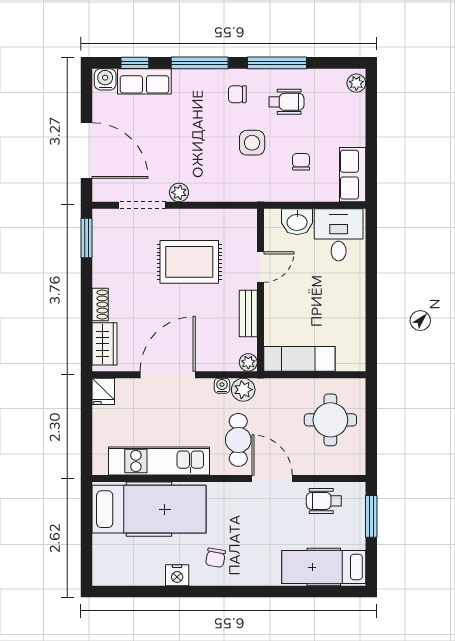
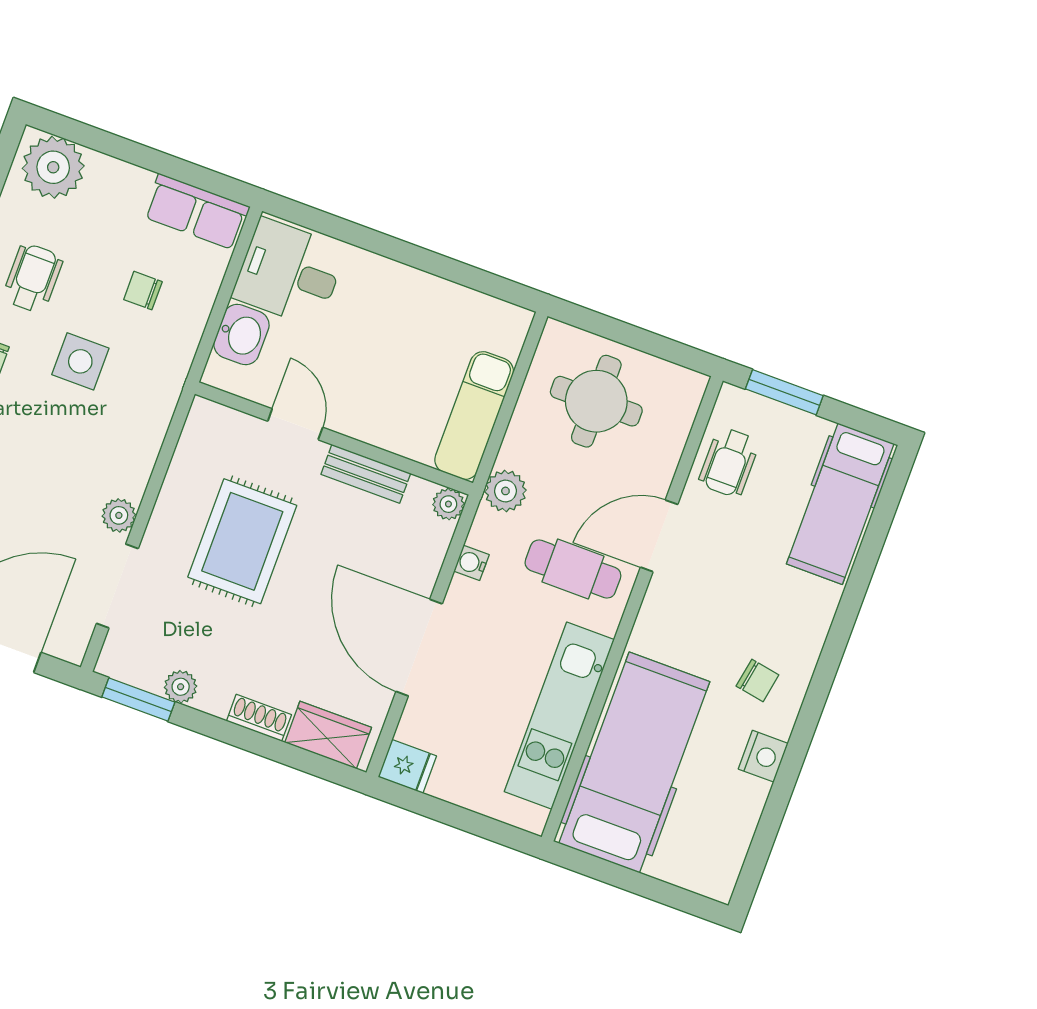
plant: (356, 83) -> (53, 167), width x1.87, depth x1.87
plant: (101, 258) -> (181, 687), added
plant: (243, 390) -> (505, 491), moved

